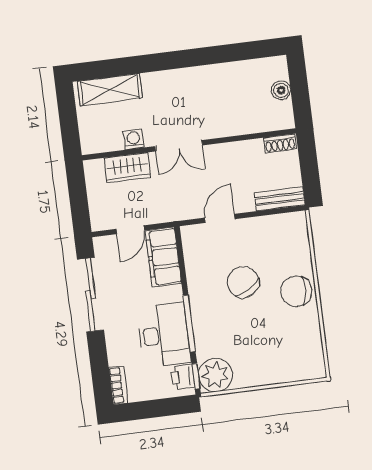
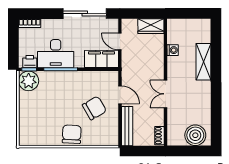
shelving: (110, 90) -> (203, 62), moved
boiler: (281, 90) -> (195, 135), width x1.86, depth x1.86
double door: (179, 146) -> (166, 94), moved
wardrobe: (127, 168) -> (151, 26), moved, turned -90
bench: (280, 199) -> (127, 126), width x1.36
chair: (243, 282) -> (94, 108), moved

